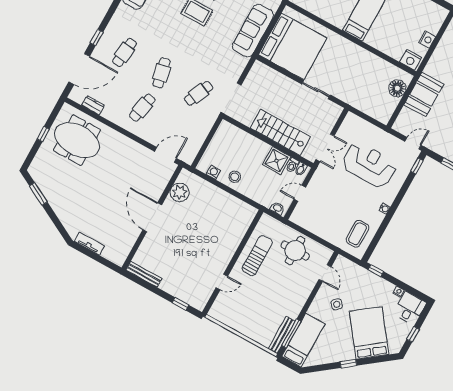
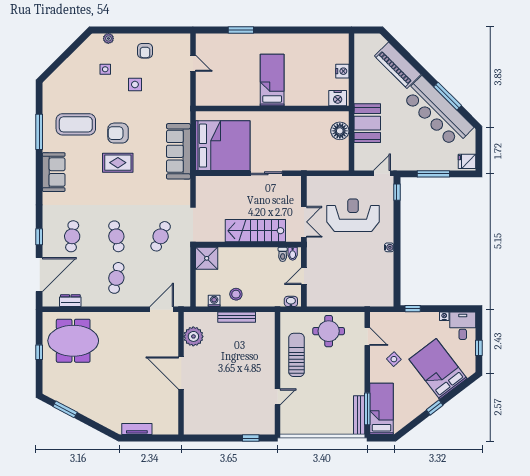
shower: (277, 161) -> (207, 258), moved
coffee table: (357, 234) -> (377, 284), removed
bench: (144, 274) -> (237, 317), moved

